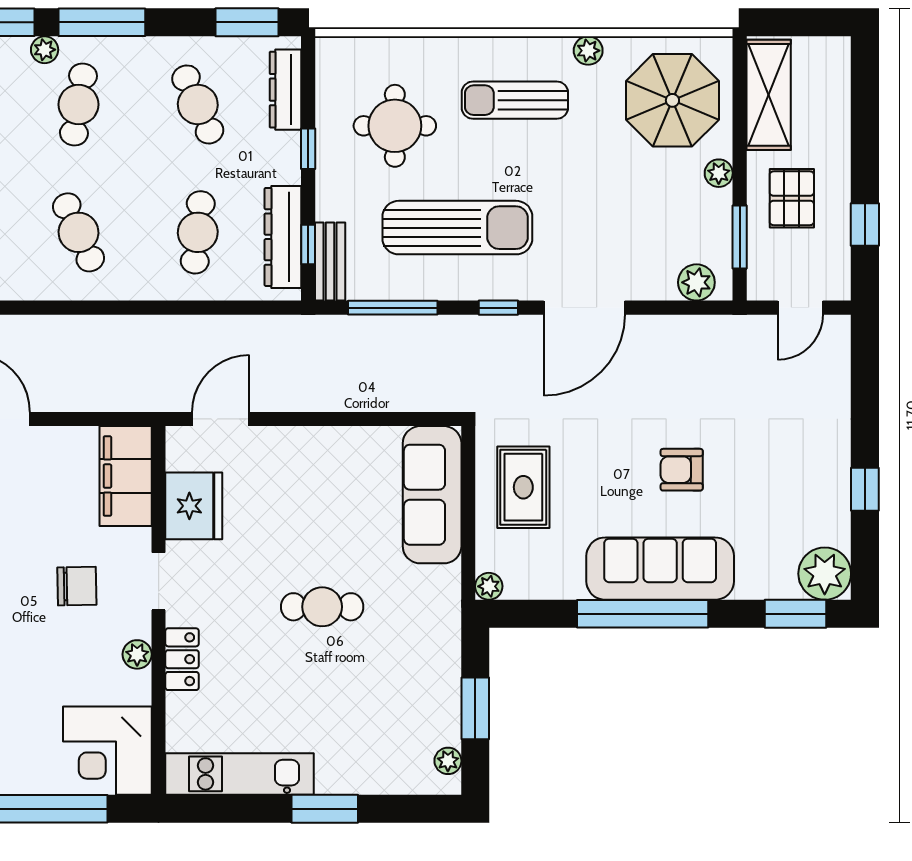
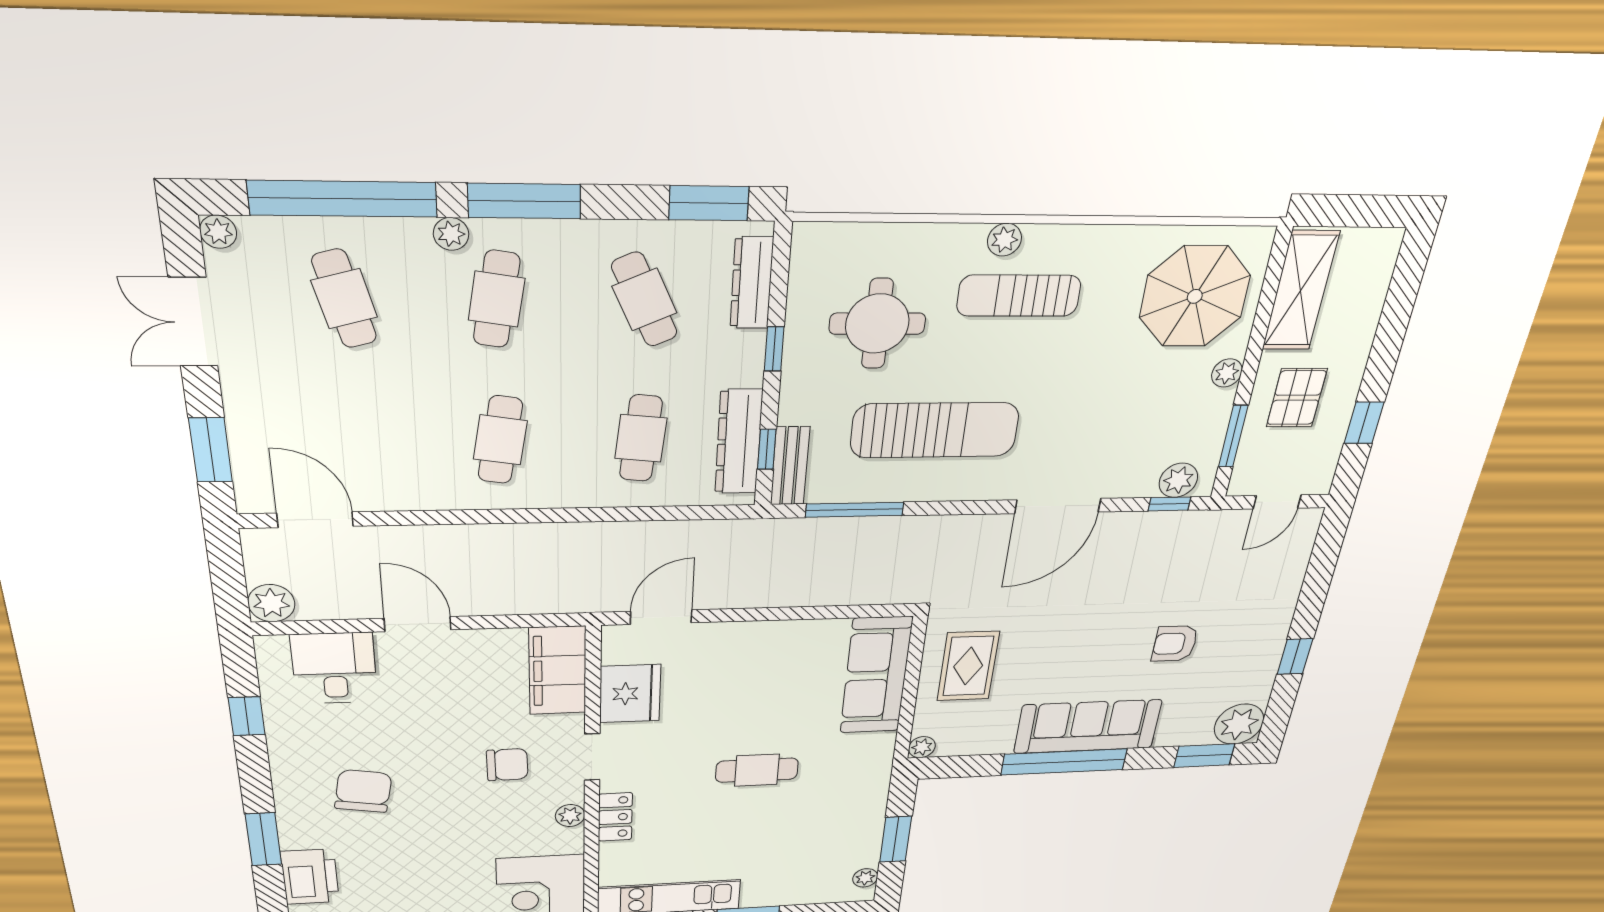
plant: (588, 51) -> (1004, 240), moved
cafe table: (78, 232) -> (500, 440), turned 33
window: (498, 308) -> (1169, 504), moved
armchair: (682, 470) -> (1175, 644), moved

